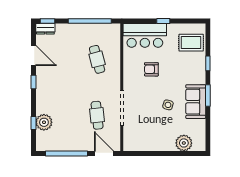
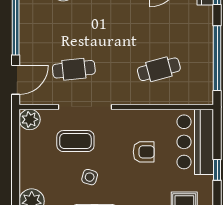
armchair: (151, 69) -> (144, 152), turned 90
coffee table: (144, 114) -> (75, 141), added
plant: (130, 144) -> (30, 119), added

